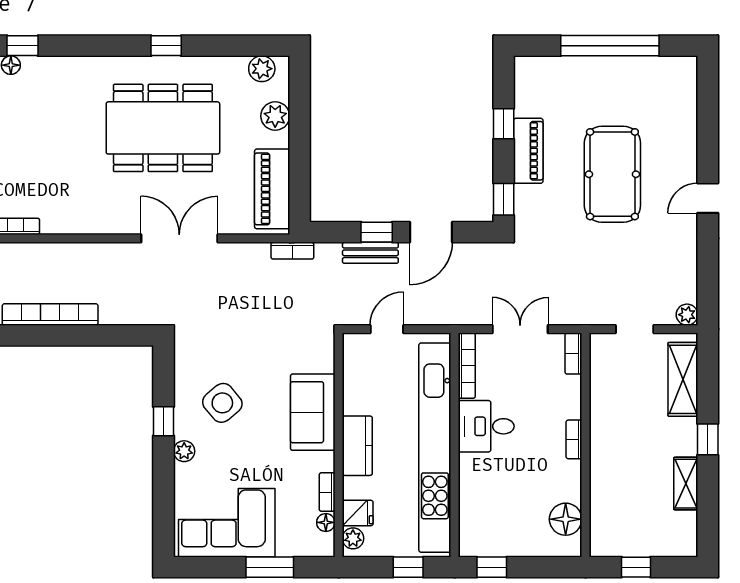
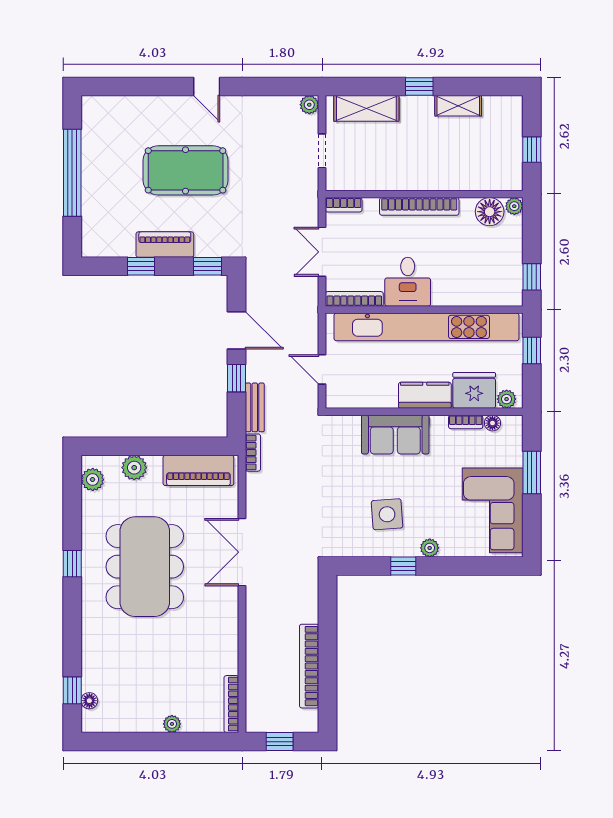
bench: (370, 253) -> (255, 407), moved
side table: (222, 403) -> (387, 514), turned 36
bookcase: (574, 439) -> (419, 206), width x2.31, depth x1.31
fridge: (358, 513) -> (474, 390), width x1.88, depth x1.34
plant: (572, 547) -> (514, 206), added

